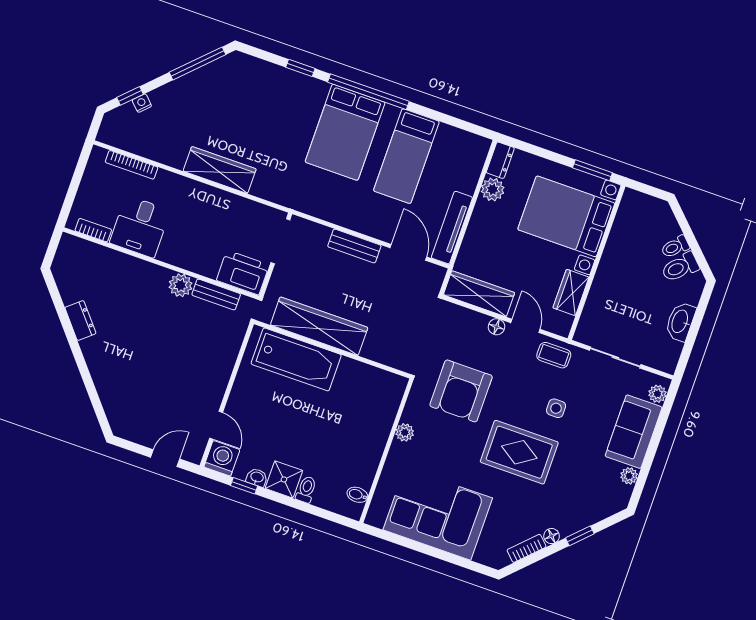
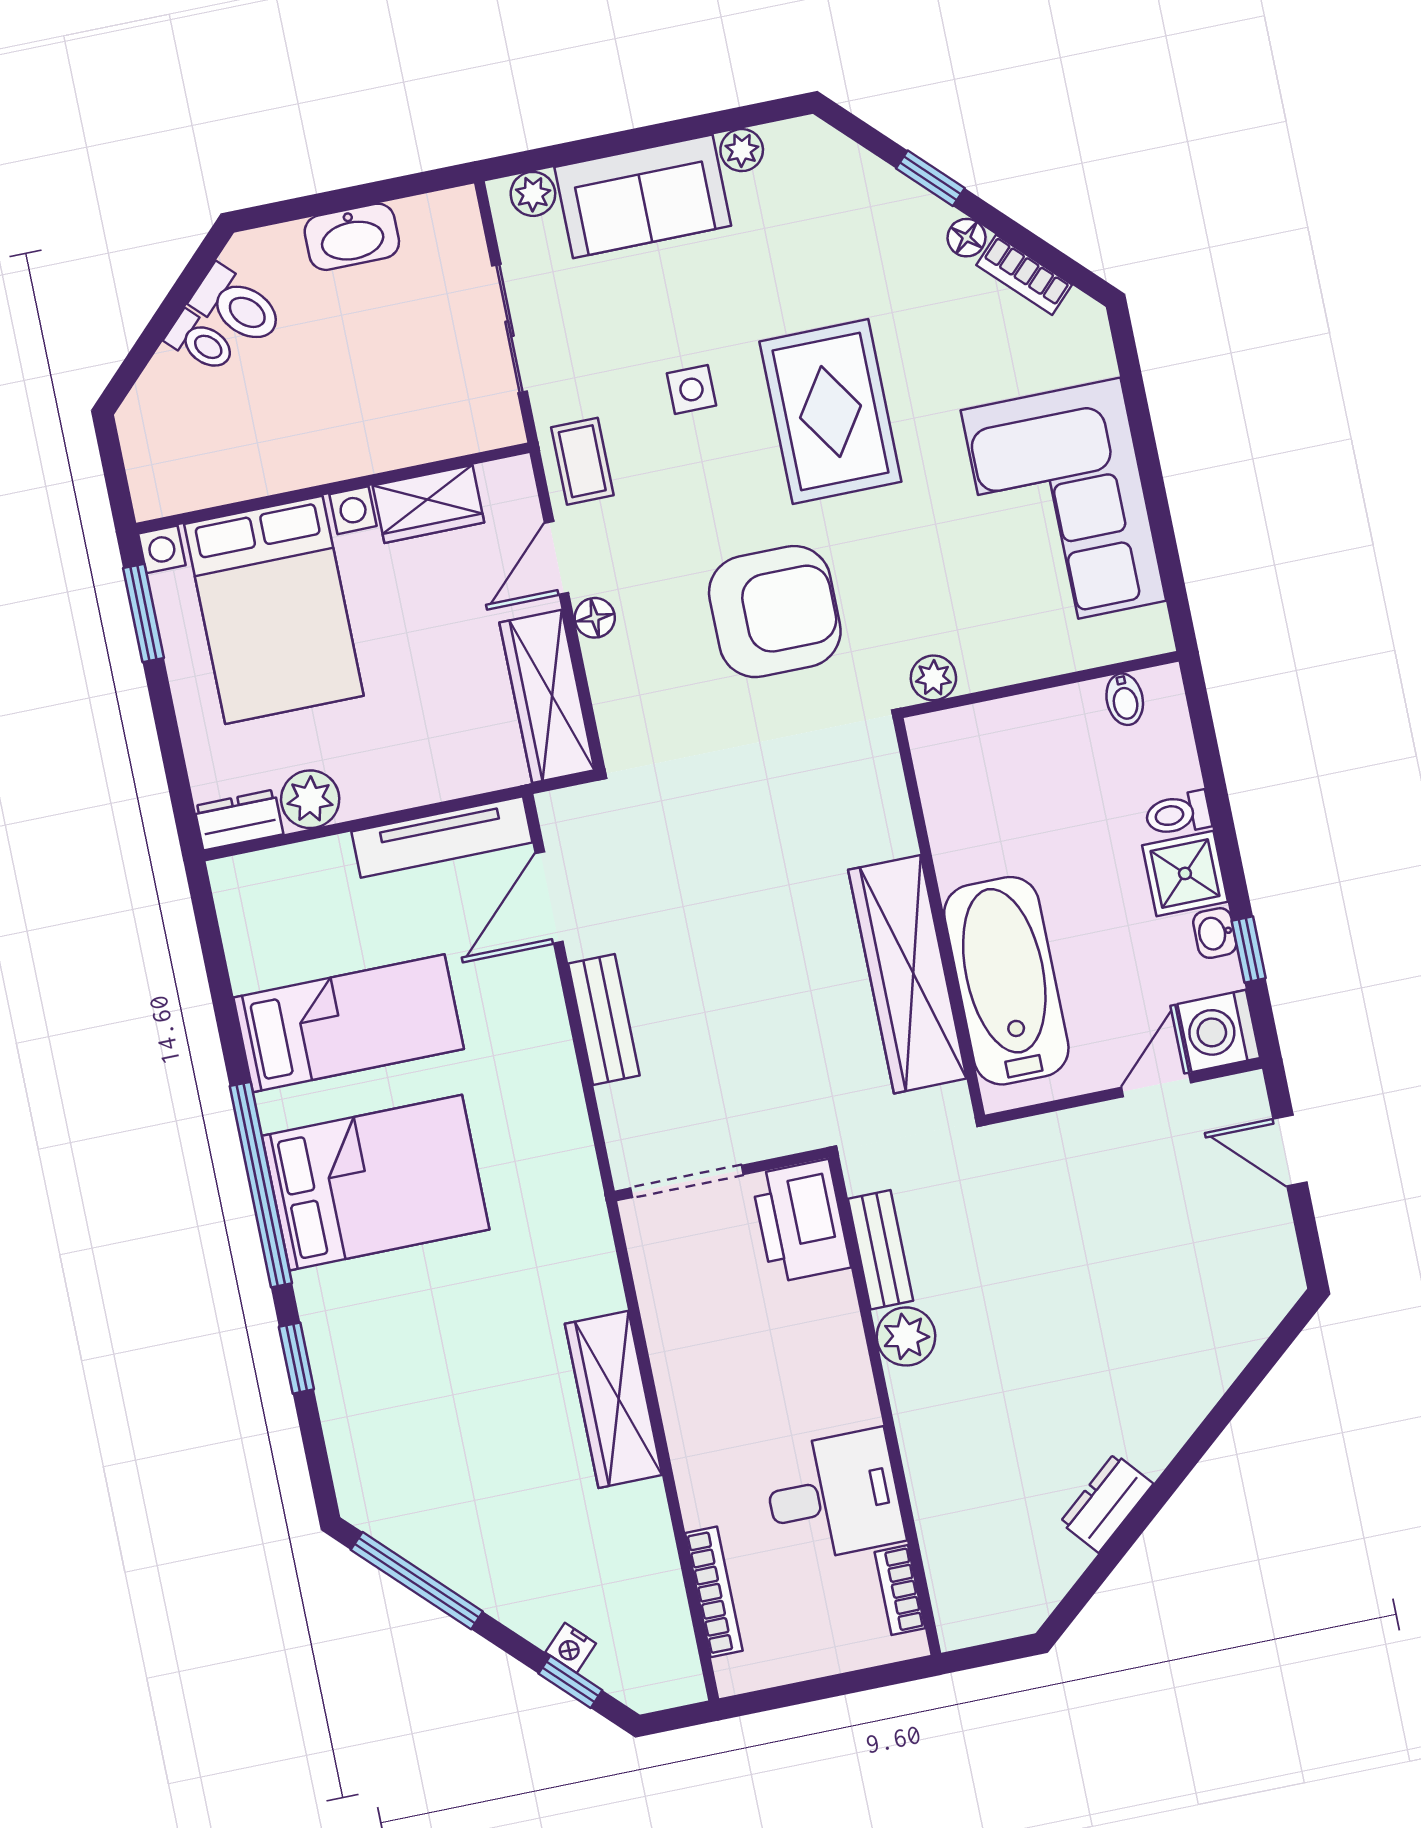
wardrobe: (319, 326) -> (907, 974), moved
wall: (332, 349) -> (939, 917), moved
bathtub: (296, 359) -> (1006, 981), moved

